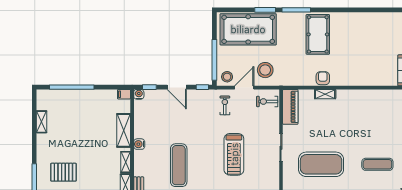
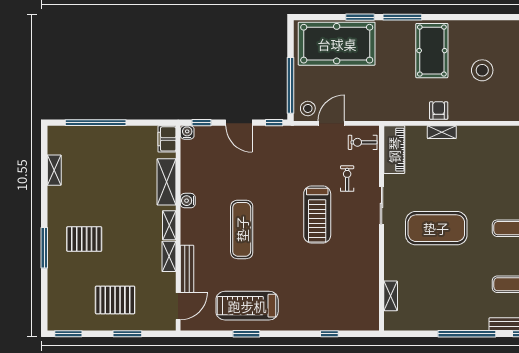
stool: (265, 70) -> (482, 70), moved
filing cabinet: (124, 94) -> (167, 139), width x2.00
exercise bike: (225, 105) -> (347, 179), moved

